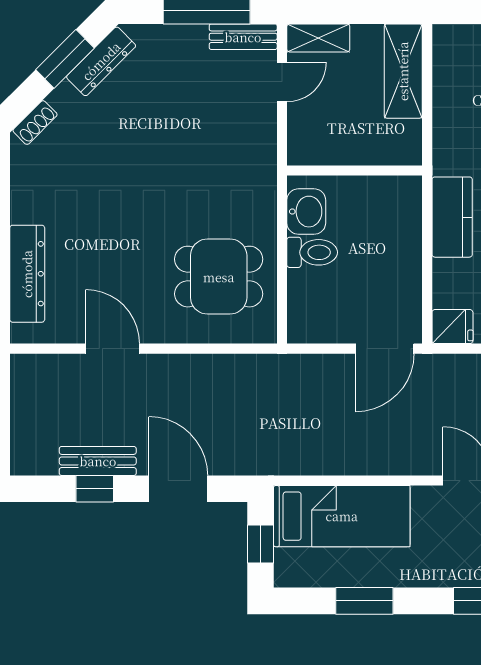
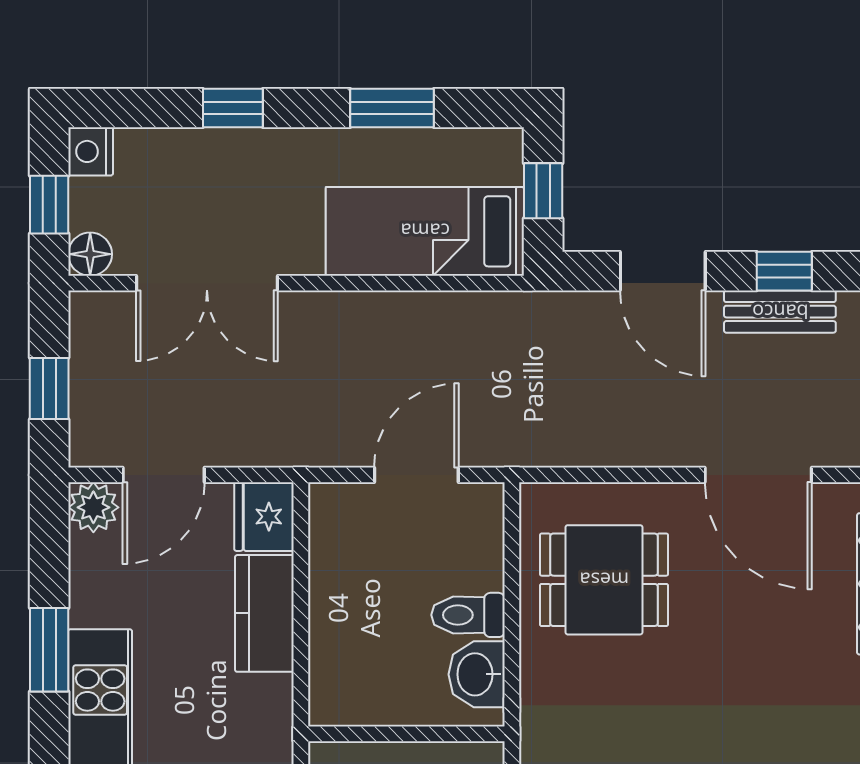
kitchen counter: (452, 217) -> (264, 613), moved
fridge: (452, 327) -> (264, 517), width x1.38
door: (113, 349) -> (758, 475), width x1.36
door: (385, 349) -> (416, 475), moved

